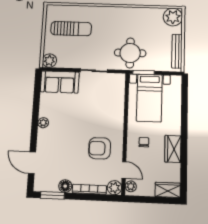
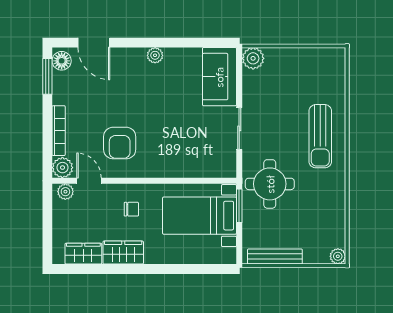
plant: (173, 17) -> (338, 256), width x0.53, depth x0.53
sun lounger: (71, 29) -> (320, 136), moved
armchair: (100, 148) -> (120, 143), turned 180
door: (32, 163) -> (94, 43), swing flipped
door: (124, 170) -> (89, 181), swing flipped
floor lamp: (65, 186) -> (62, 61), moved
wardrobe: (168, 190) -> (83, 254), moved, turned -90

